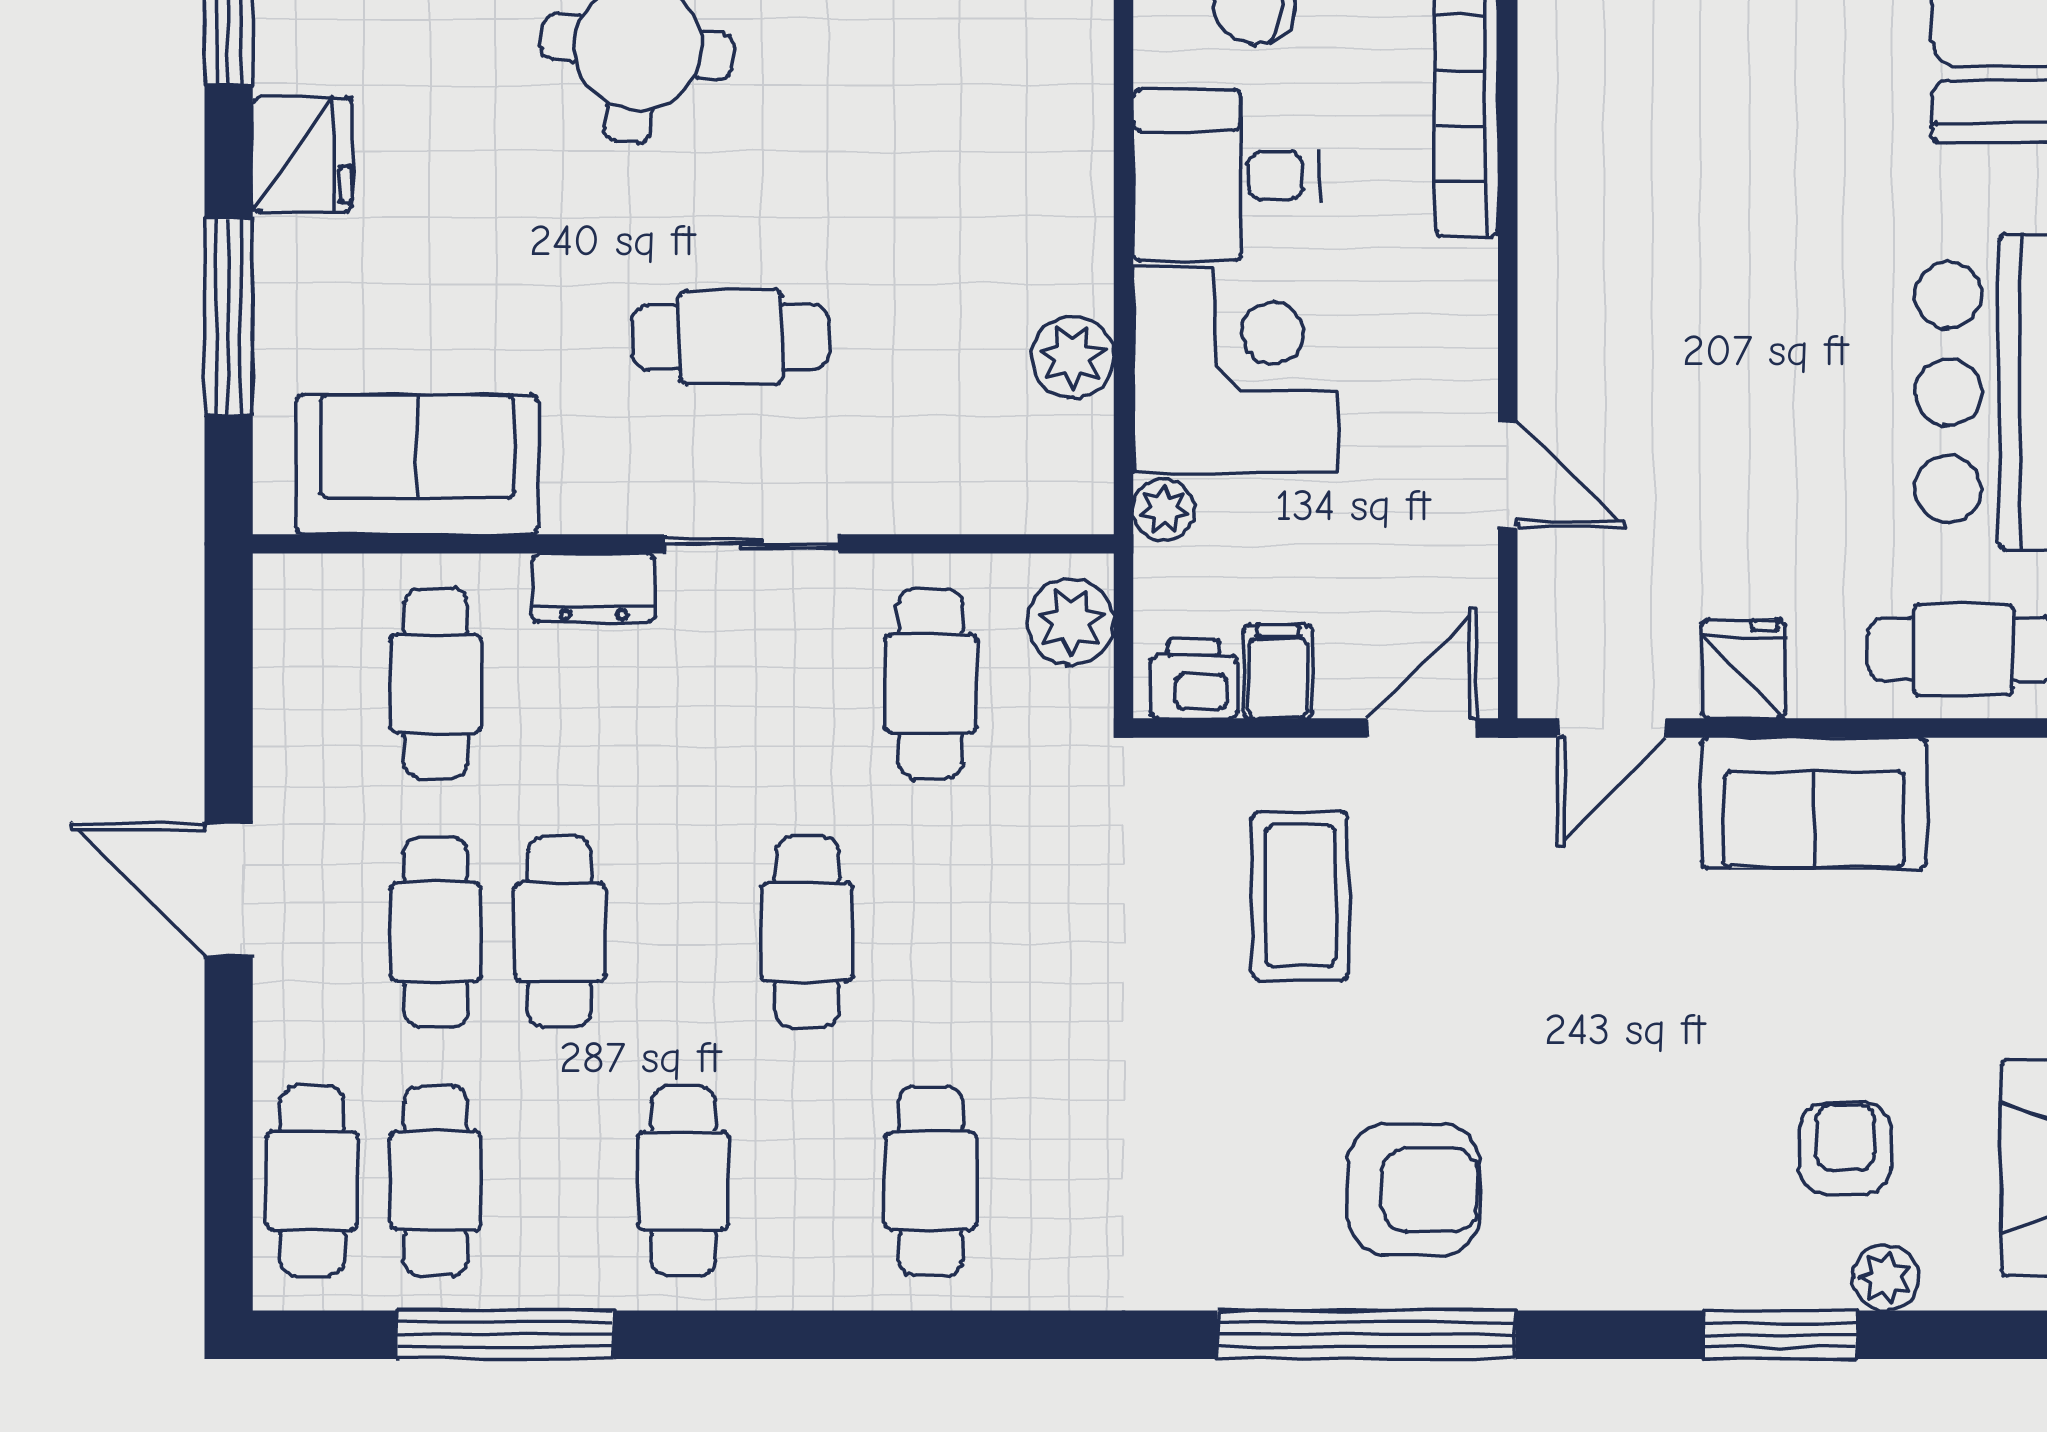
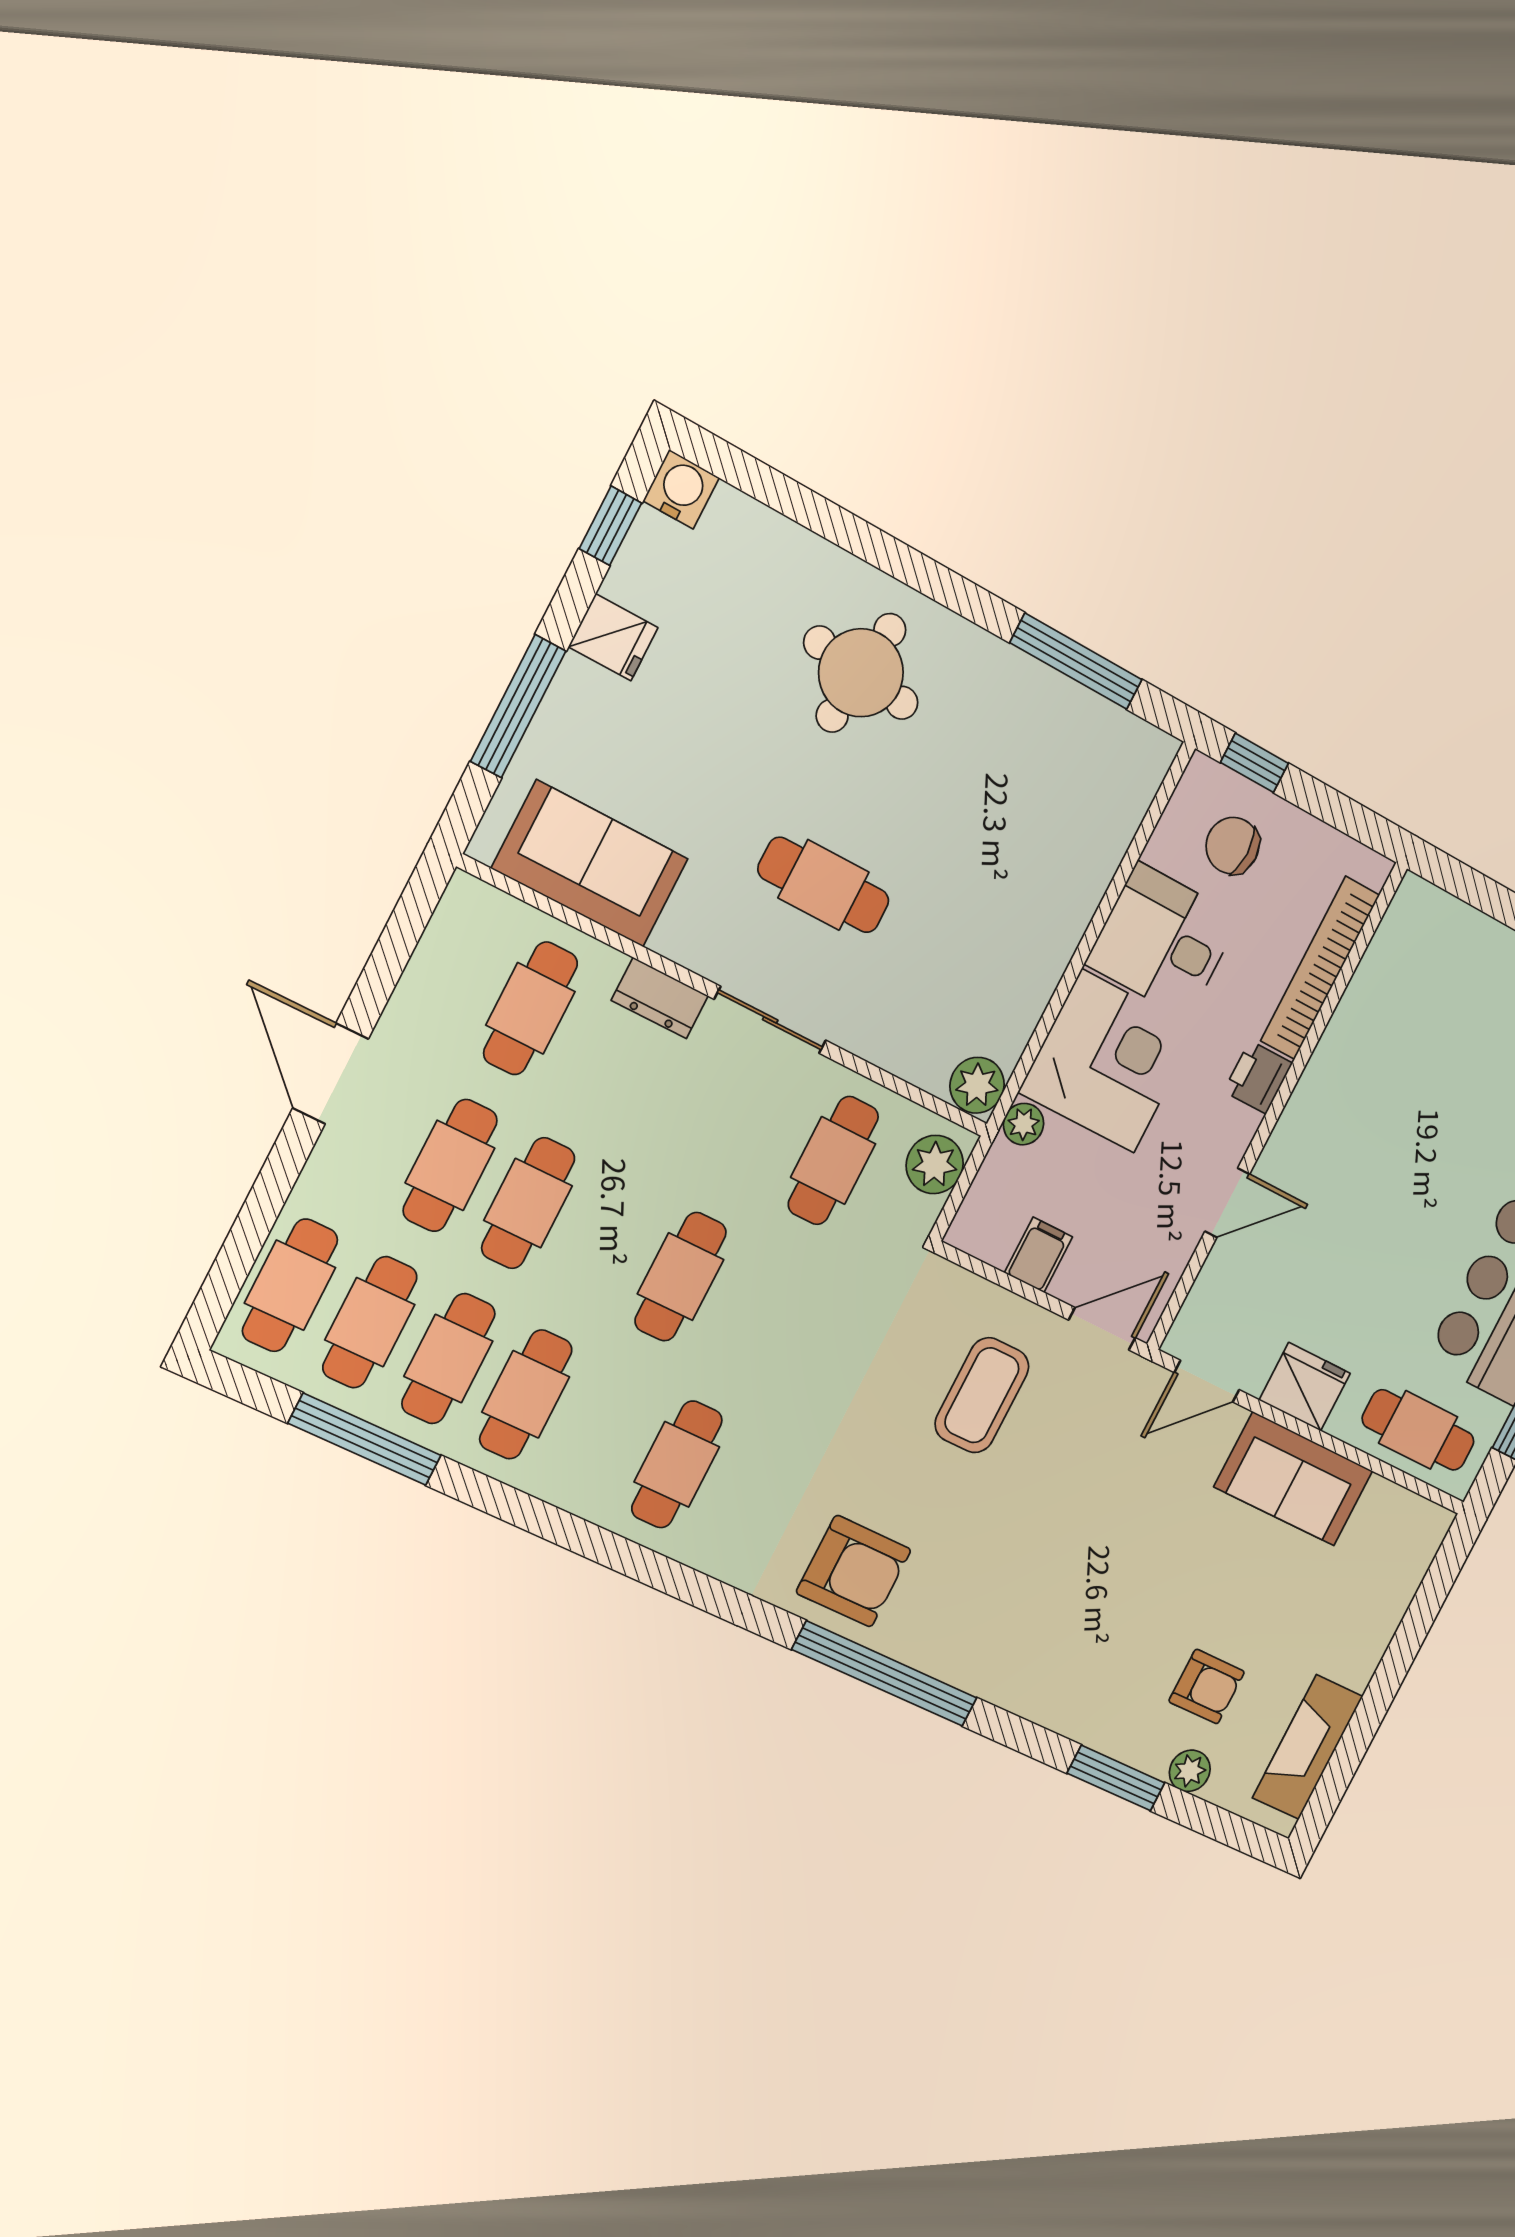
fridge: (302, 154) -> (613, 637), width x0.72
plant: (1073, 357) -> (977, 1085), moved
door: (1508, 474) -> (1227, 1203), hinge flipped
fridge: (1743, 669) -> (1305, 1387), width x1.38
printer: (1194, 679) -> (1258, 1077), moved, turned -90
armchair: (1845, 1149) -> (1207, 1687), turned 90
cafe table: (559, 1181) -> (448, 1359), added
armchair: (1414, 1190) -> (854, 1571), moved

